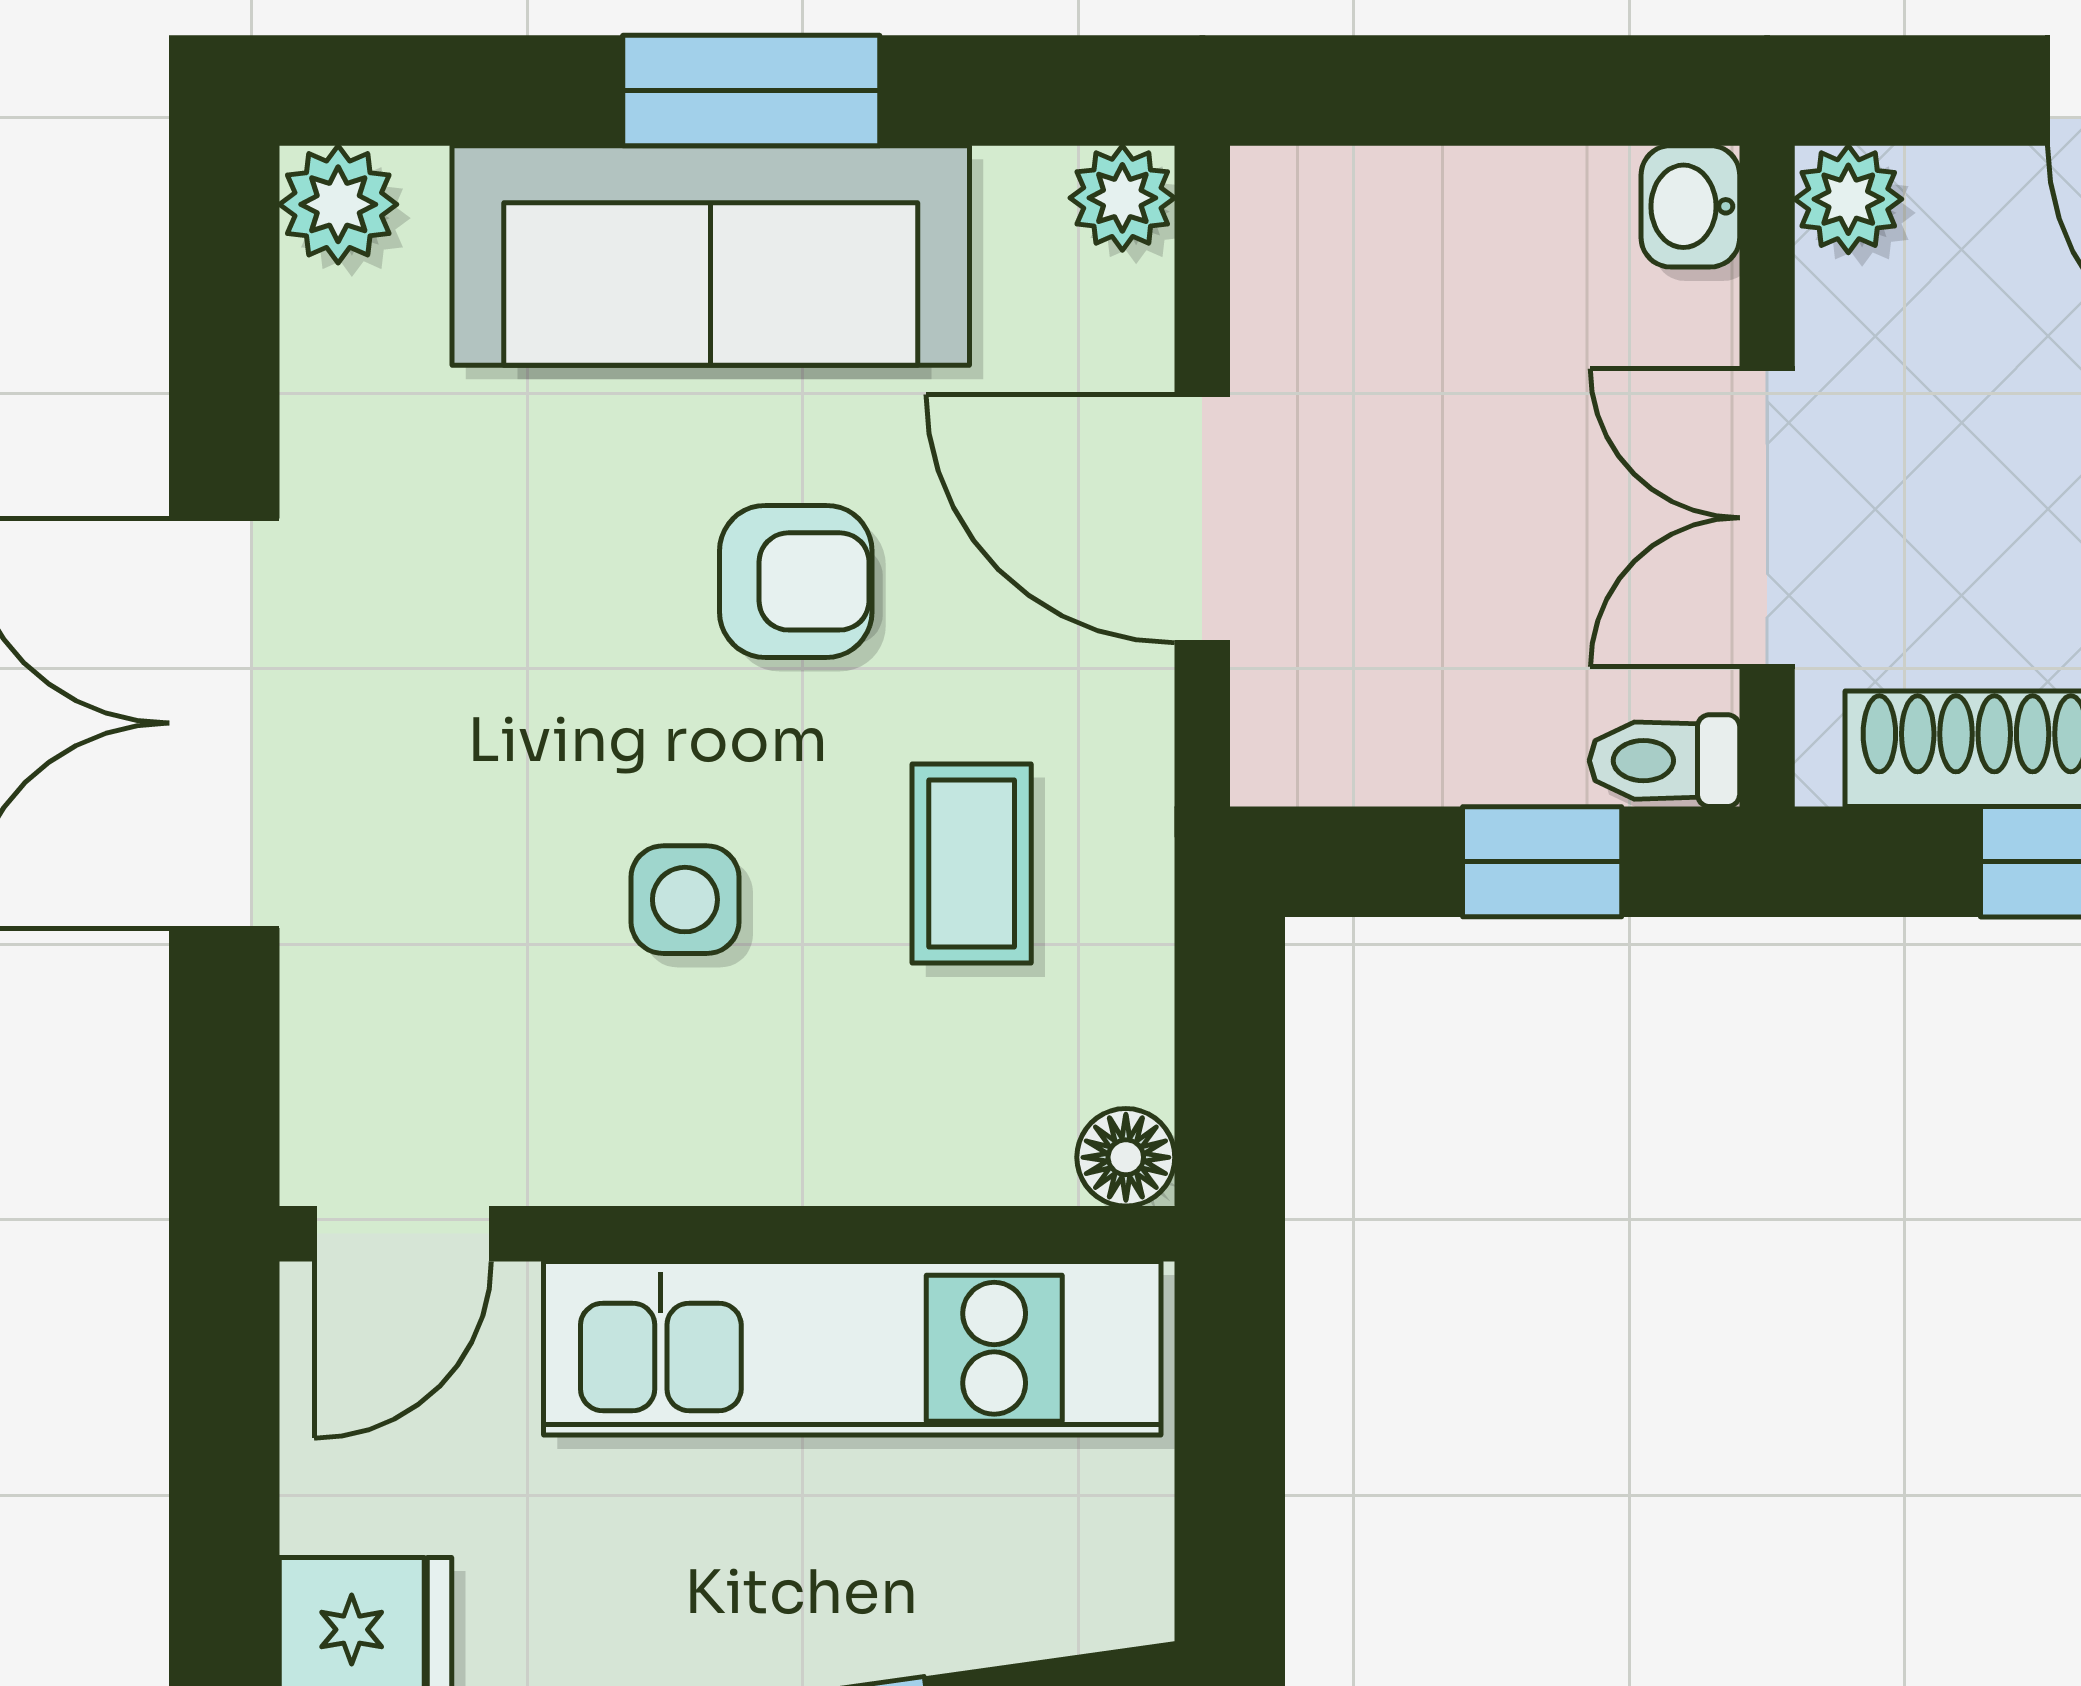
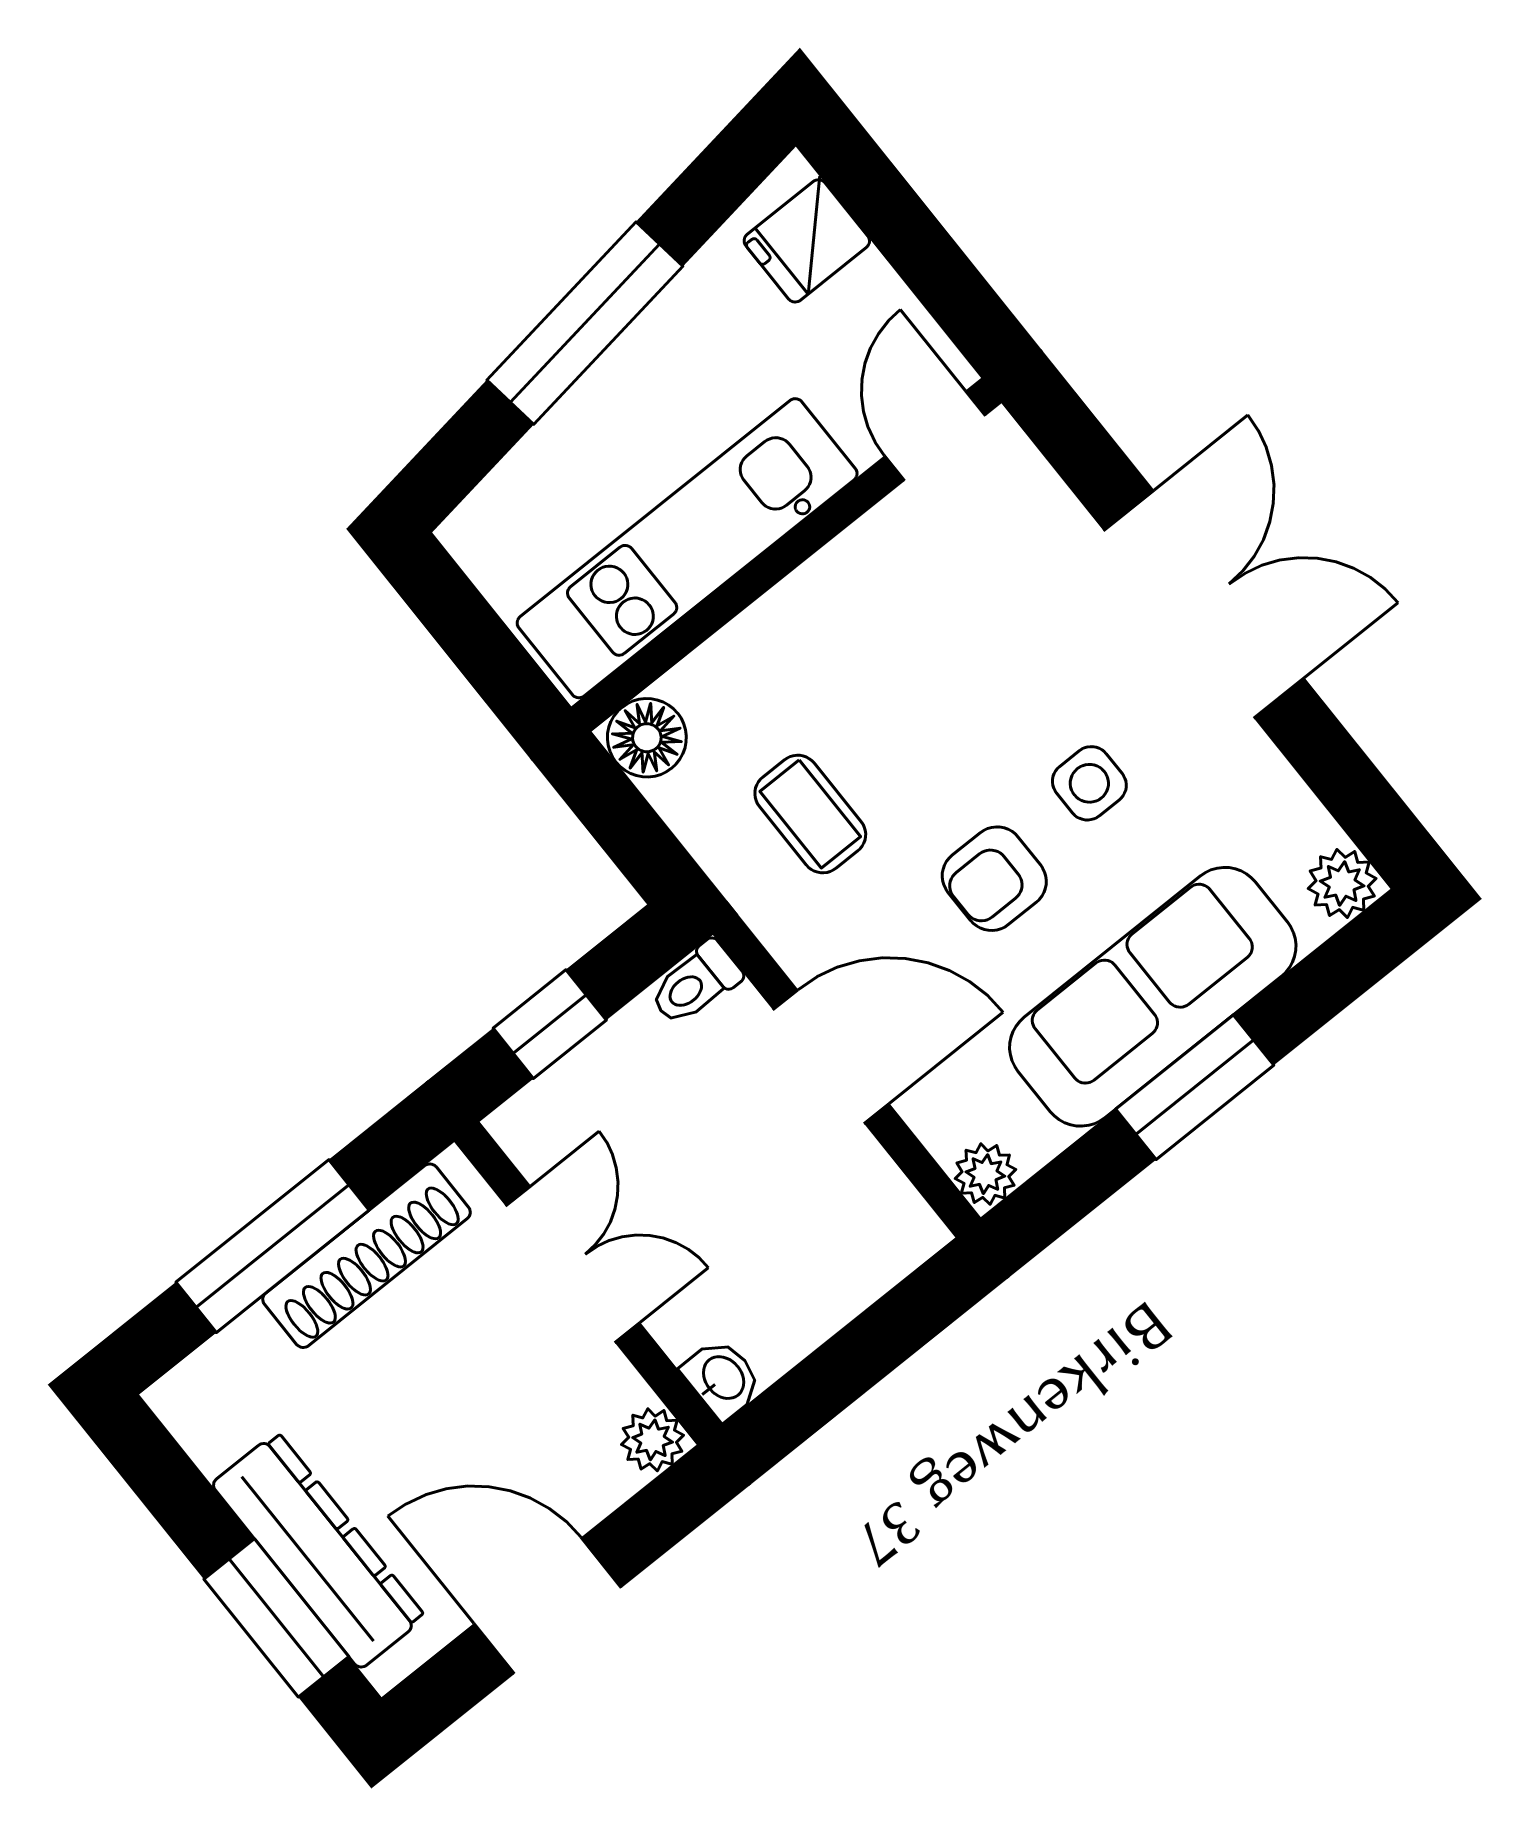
toilet: (1664, 761) -> (695, 983), moved, turned 180
side table: (685, 900) -> (1089, 783), moved
floor lamp: (1126, 1157) -> (647, 738), width x1.37, depth x1.37

